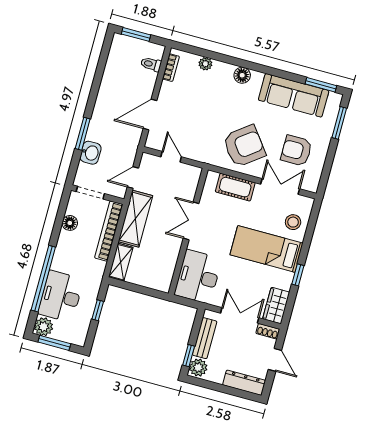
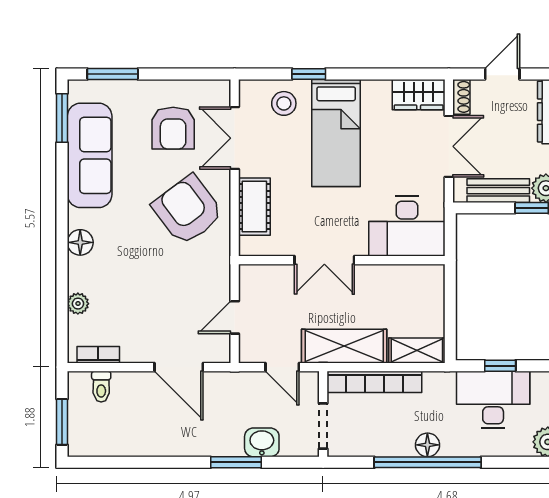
floor lamp: (70, 223) -> (427, 445), moved
window: (298, 275) -> (309, 74), moved
window: (43, 279) -> (428, 462), moved
desk: (61, 296) -> (493, 400), moved, turned 180
double door: (240, 315) -> (449, 146), swing flipped

